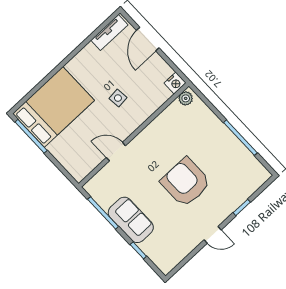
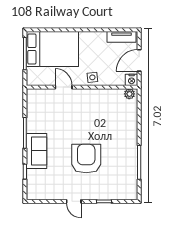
nightstand: (175, 83) -> (132, 80), moved
plant: (186, 98) -> (129, 94), moved
wall: (134, 135) -> (82, 87), moved
door: (116, 152) -> (64, 87), moved

